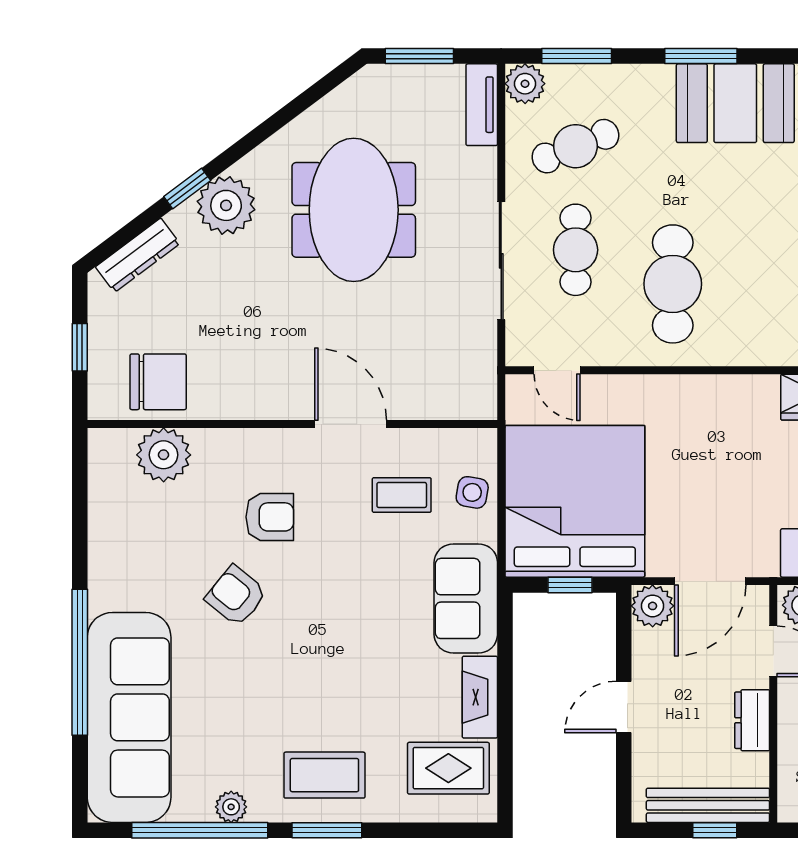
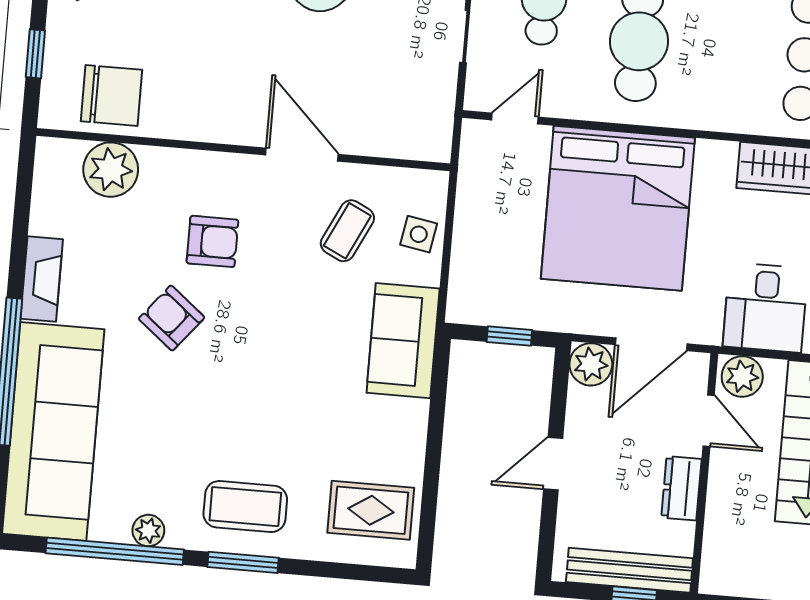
door: (557, 370) -> (515, 118), swing flipped
coffee table: (402, 495) -> (347, 231), turned -64
bed: (575, 501) -> (618, 208), moved, turned 180
fireplace: (480, 697) -> (42, 279), moved, turned 180

